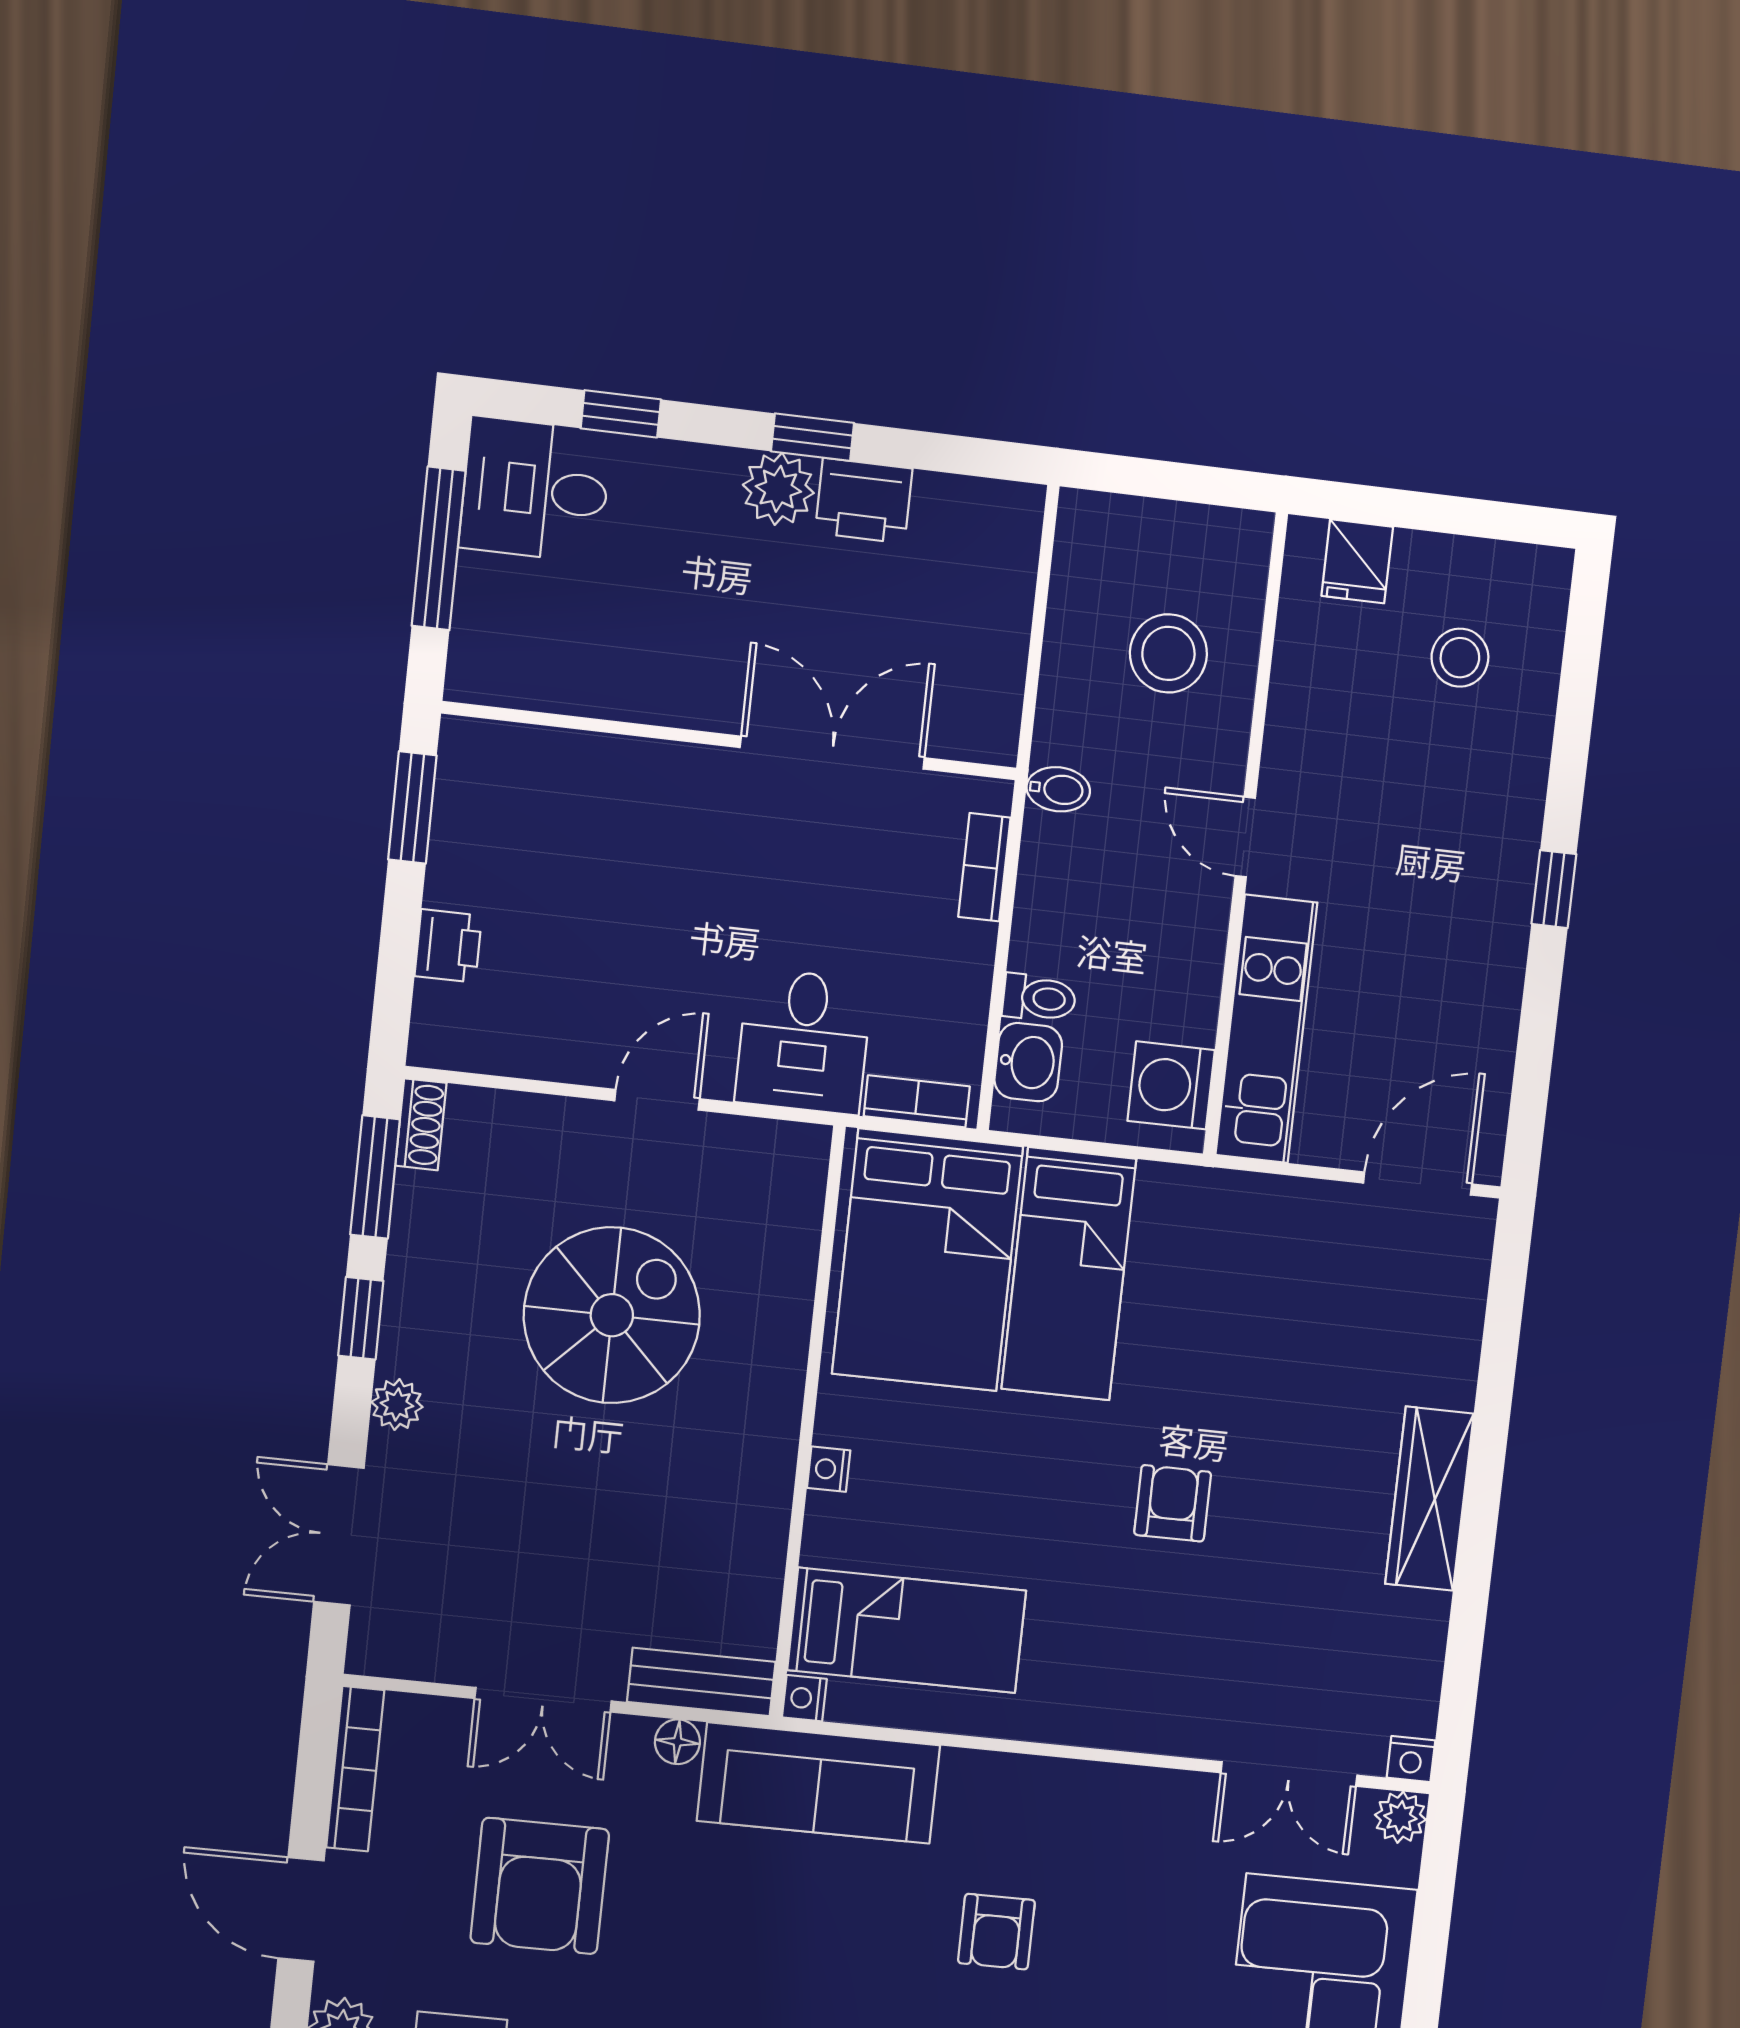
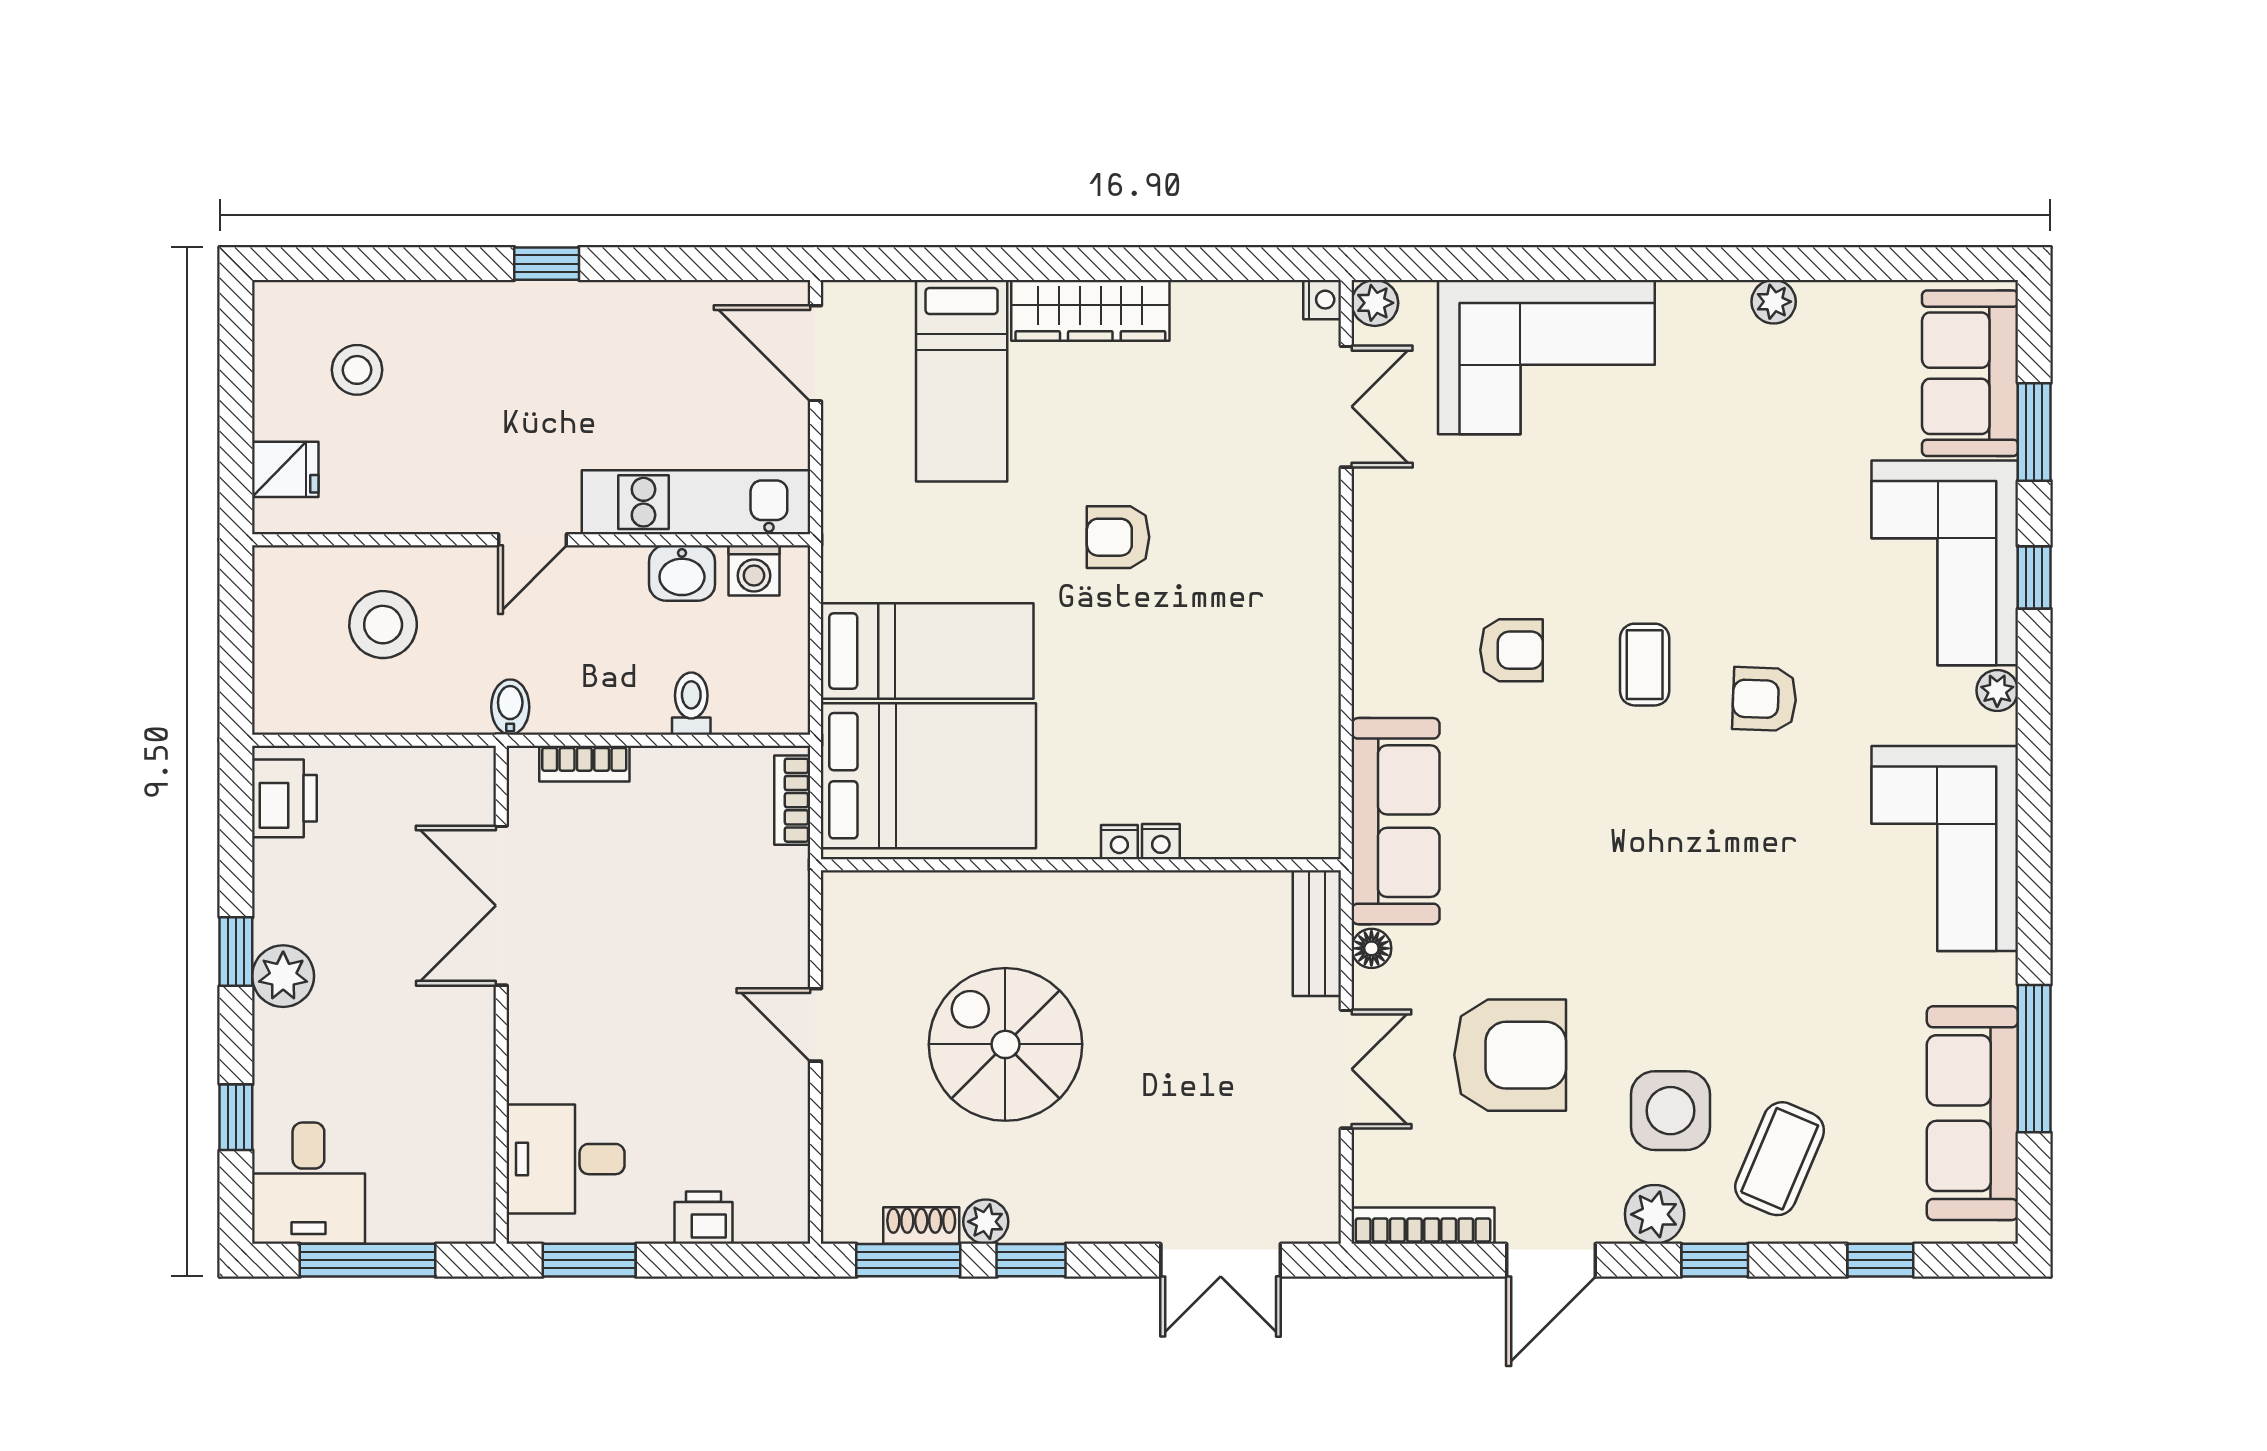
printer: (864, 501) -> (284, 798), moved
desk: (804, 1041) -> (566, 1159), moved, turned 180
washbasin: (1028, 1062) -> (682, 573), moved, turned 180
washing machine: (1171, 1085) -> (754, 570), width x0.73, depth x0.73
shoe rack: (421, 1124) -> (921, 1226), moved
plant: (397, 1405) -> (986, 1222), moved
bed: (907, 1630) -> (962, 381), moved, turned 180
nightstand: (804, 1698) -> (1161, 842), moved

